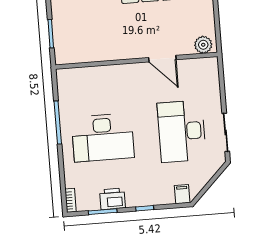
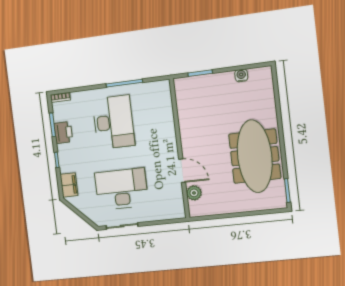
plant: (203, 45) -> (194, 193), moved
door: (162, 59) -> (182, 171), swing flipped
desk: (103, 137) -> (113, 122), turned 180
filing cabinet: (182, 194) -> (69, 185), width x2.00

